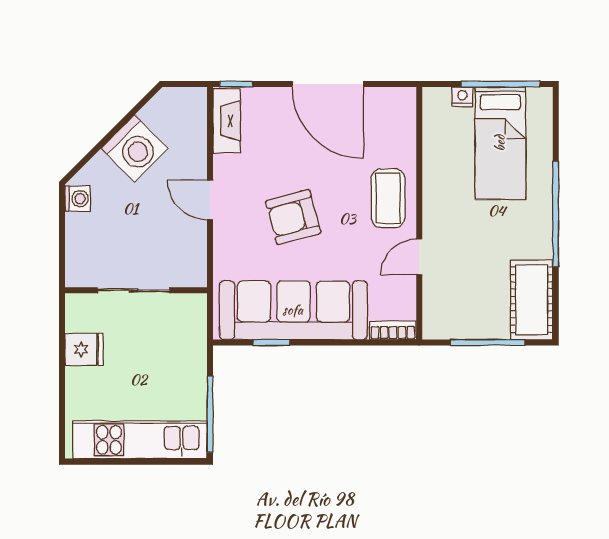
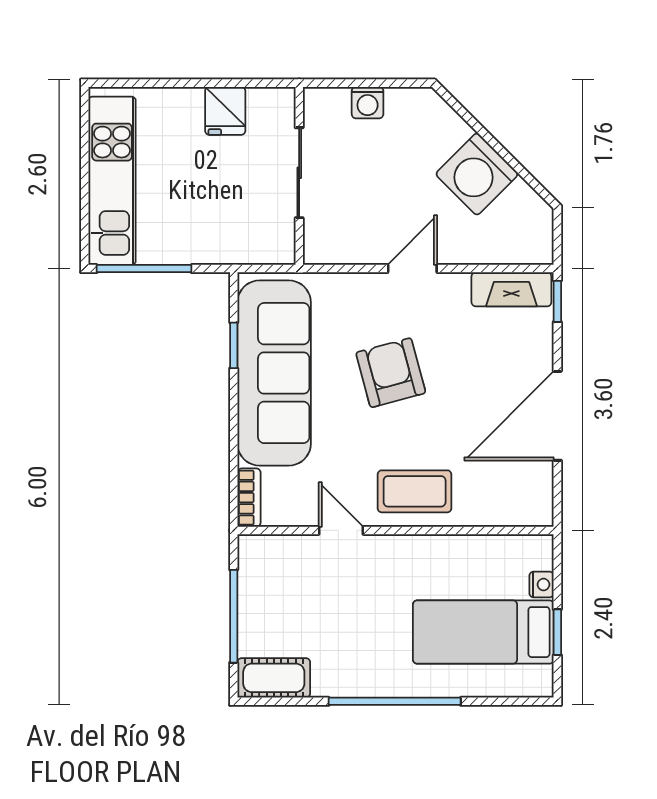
window: (500, 84) -> (557, 632), width x0.46
washing machine: (77, 199) -> (368, 103), moved
cot: (532, 300) -> (274, 678), width x0.73, depth x0.75

